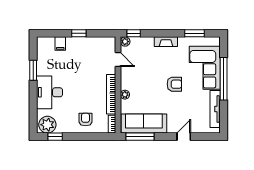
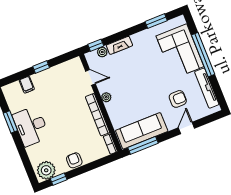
plant: (125, 42) -> (102, 52), moved
fireplace: (166, 42) -> (119, 45), moved
armchair: (174, 84) -> (178, 99), moved
desk: (49, 92) -> (31, 126), moved
plant: (125, 95) -> (106, 97), moved
armchair: (86, 120) -> (74, 160), moved

